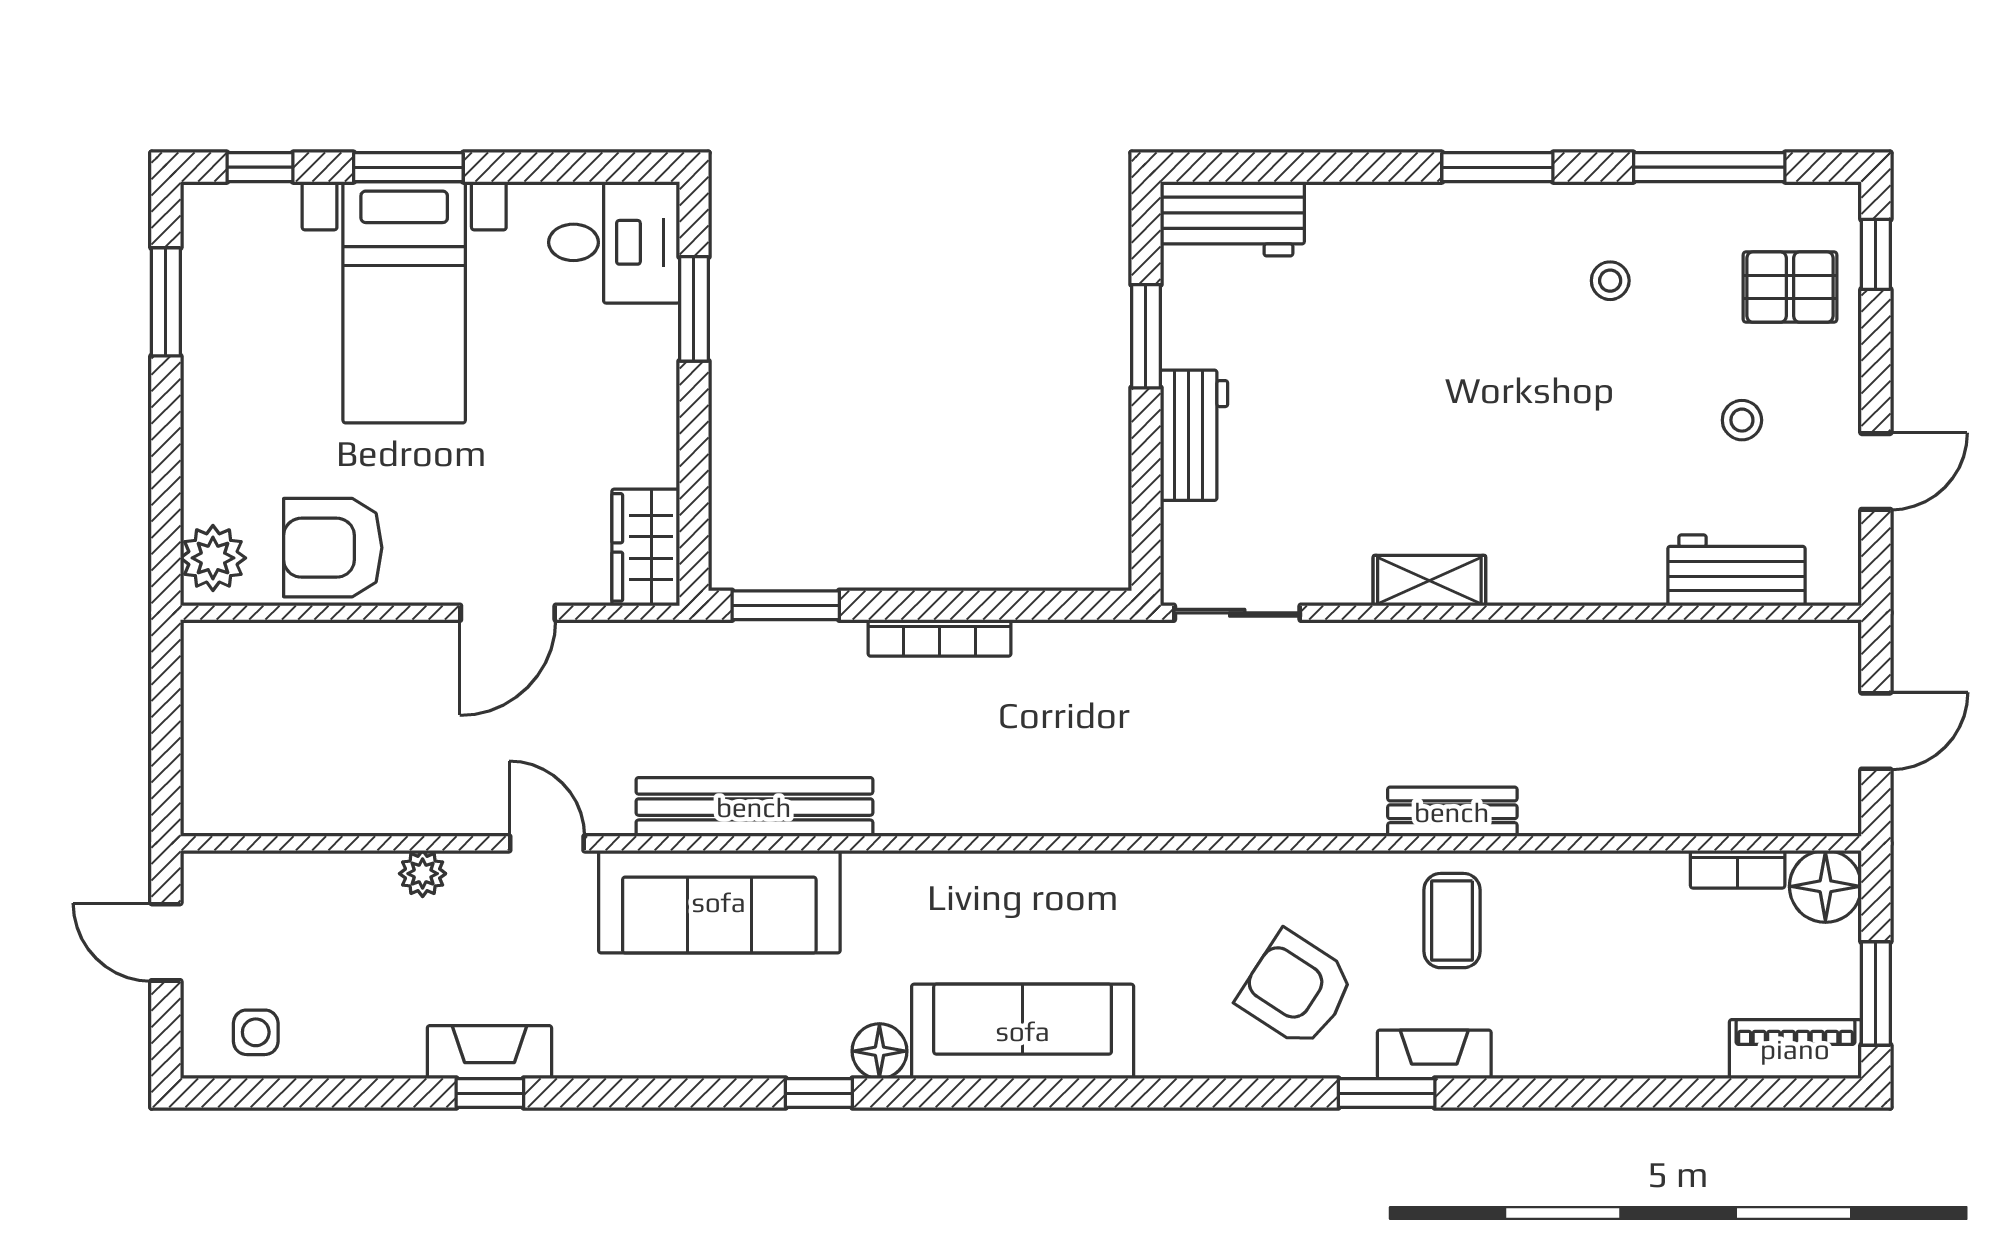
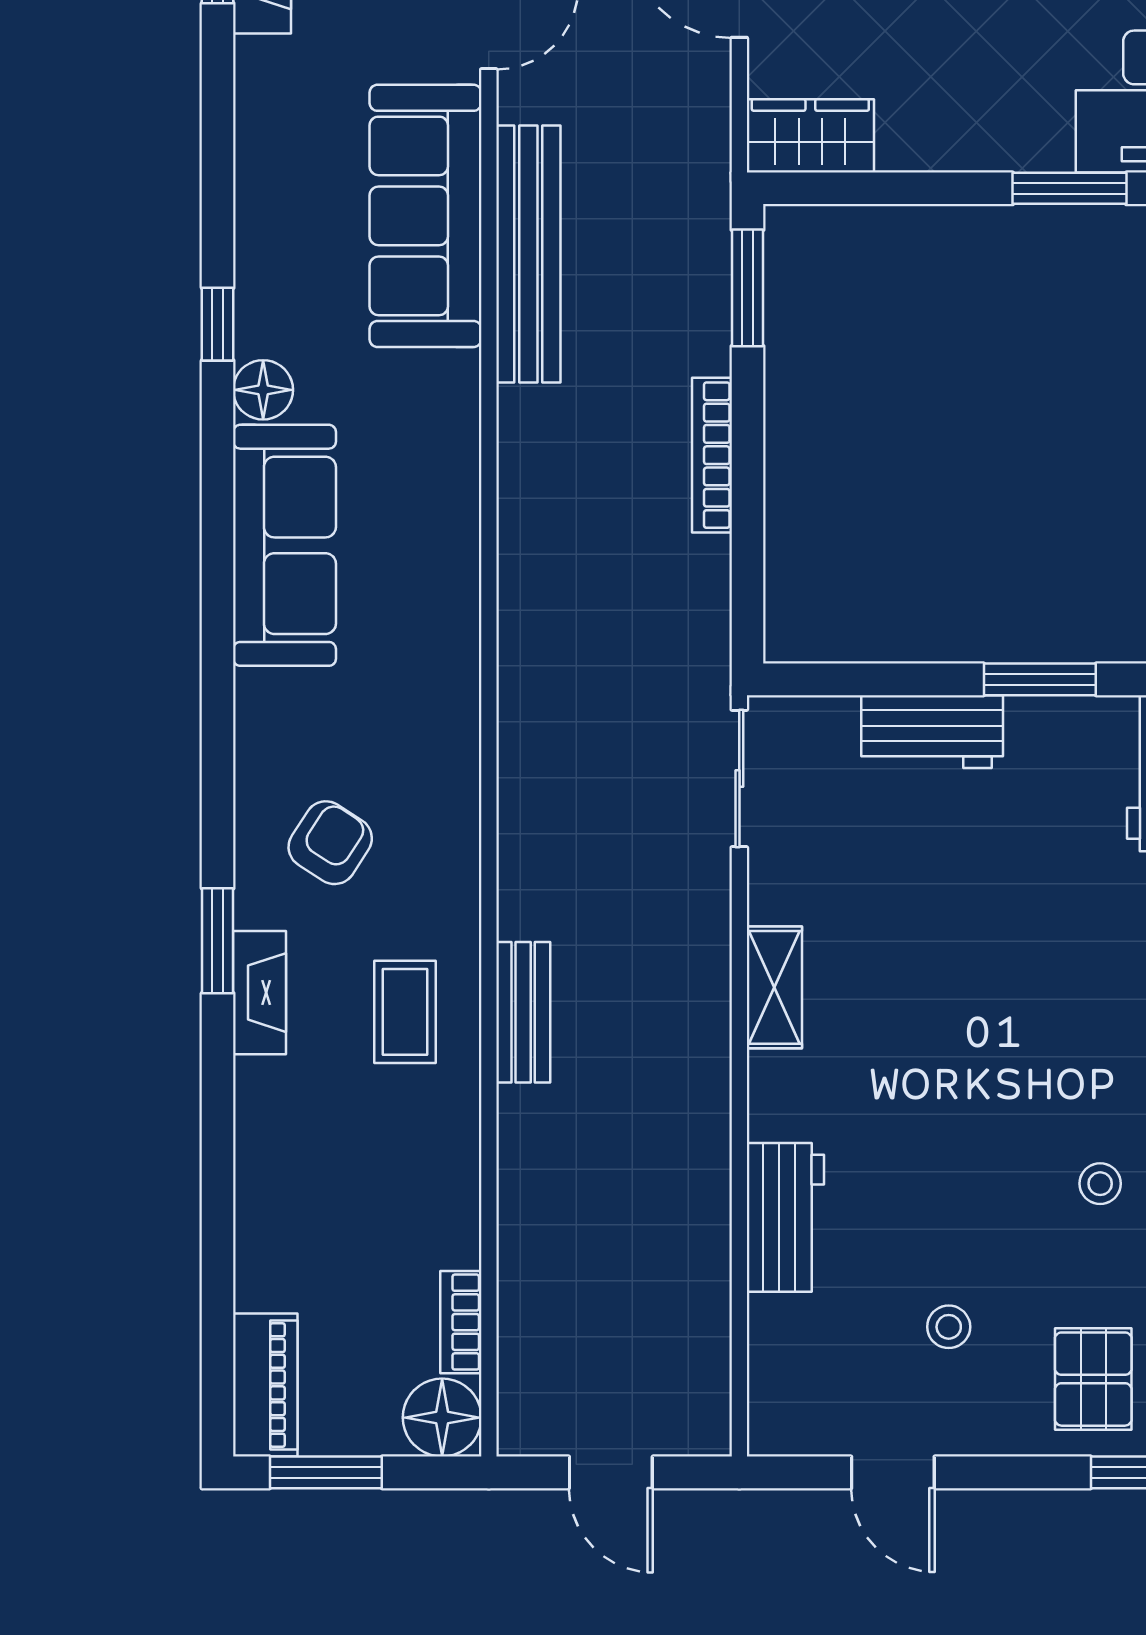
workbench: (1736, 570) -> (785, 1217), moved
coffee table: (1452, 921) -> (405, 1012), turned 90
armchair: (1296, 989) -> (330, 843), width x0.72, depth x0.72

